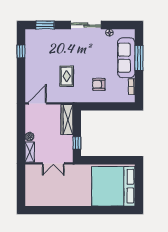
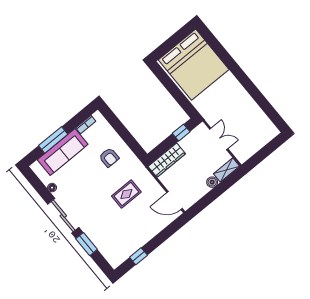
window: (45, 25) -> (87, 244), moved

